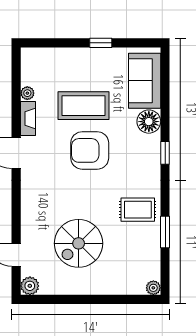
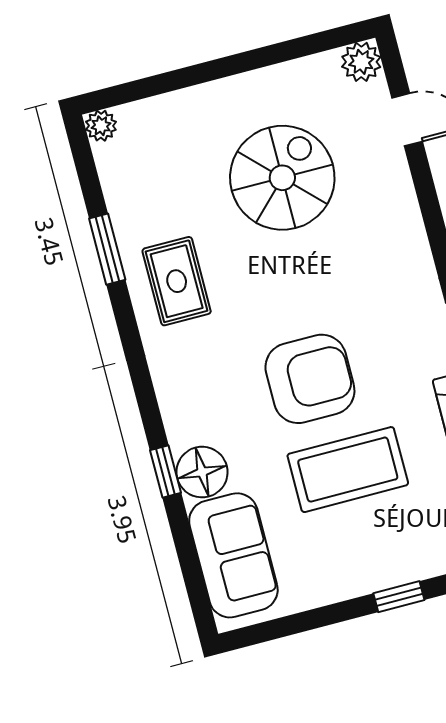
window: (101, 43) -> (399, 597), moved
window: (165, 153) -> (166, 472), moved
rug: (138, 210) -> (177, 281), turned 90

